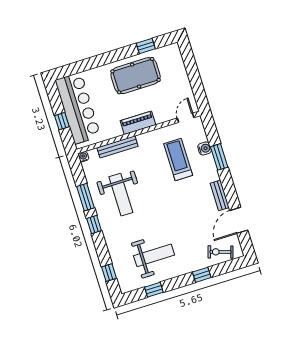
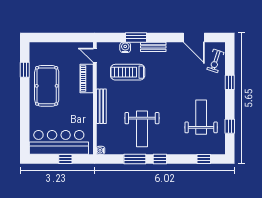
piano: (138, 123) -> (87, 78), moved
bench: (117, 147) -> (101, 106), moved
weight bench: (121, 195) -> (142, 129), turned 90
bench: (220, 195) -> (153, 47), moved

